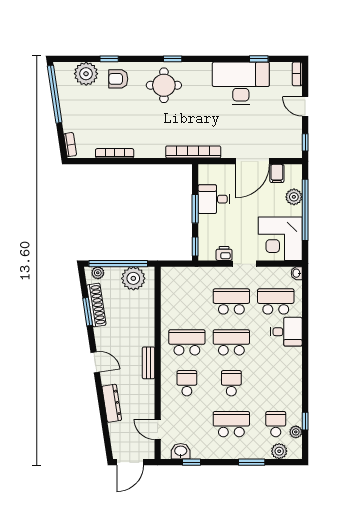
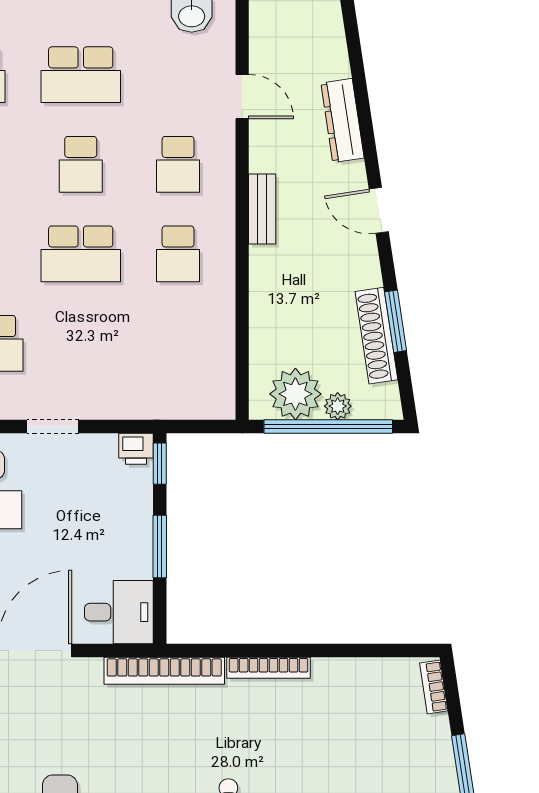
bookcase: (115, 153) -> (269, 668), moved
desk: (214, 199) -> (119, 612), moved
printer: (224, 253) -> (136, 449), moved
plant: (98, 273) -> (338, 406), moved
school desk: (231, 301) -> (81, 343), removed
school desk: (187, 342) -> (178, 254), width x0.54
door: (158, 429) -> (242, 97), moved

